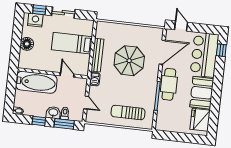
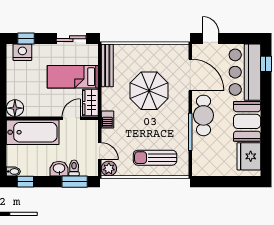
sliding door: (63, 13) -> (71, 39), moved
floor lamp: (27, 44) -> (15, 108), moved
door: (162, 52) -> (190, 75), hinge flipped
bench: (97, 55) -> (107, 65), moved
wardrobe: (83, 65) -> (90, 103), added
door: (67, 75) -> (71, 118), hinge flipped
plant: (92, 117) -> (109, 169), added
window: (39, 121) -> (25, 182), moved

